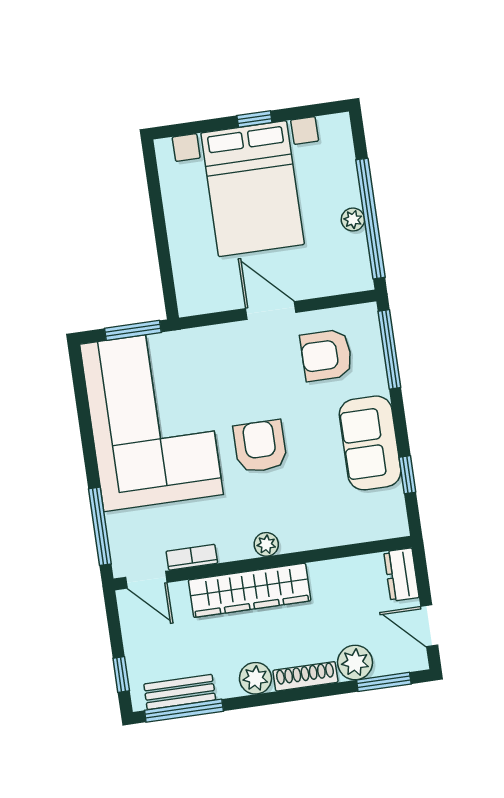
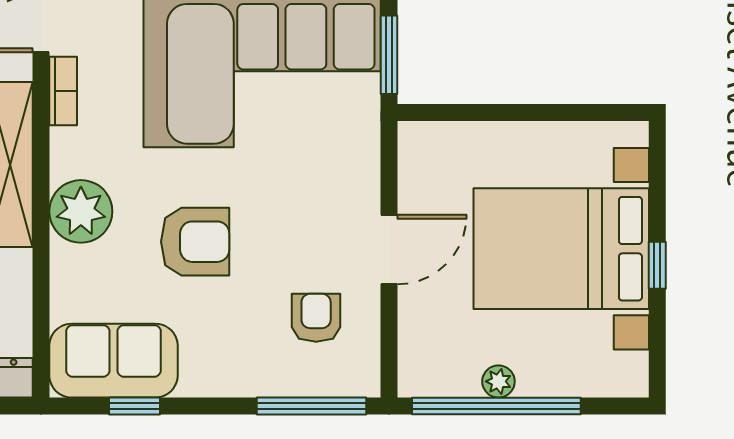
armchair: (326, 355) -> (316, 318), width x0.72, depth x0.72
sofa: (370, 443) -> (113, 361), moved
armchair: (260, 446) -> (195, 242), moved
plant: (266, 544) -> (81, 211), width x1.87, depth x1.87

